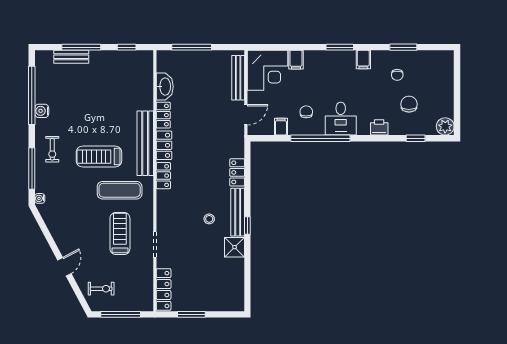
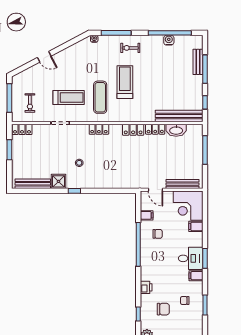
water cooler: (42, 111) -> (169, 40), moved
desk: (341, 119) -> (191, 258), moved, turned 180
bench: (145, 143) -> (179, 116), moved
locker: (237, 172) -> (113, 183), removed
locker: (163, 176) -> (99, 129), moved
bench: (238, 212) -> (33, 184), moved
exercise bike: (101, 289) -> (30, 103), moved
locker: (164, 290) -> (22, 129), width x0.66

